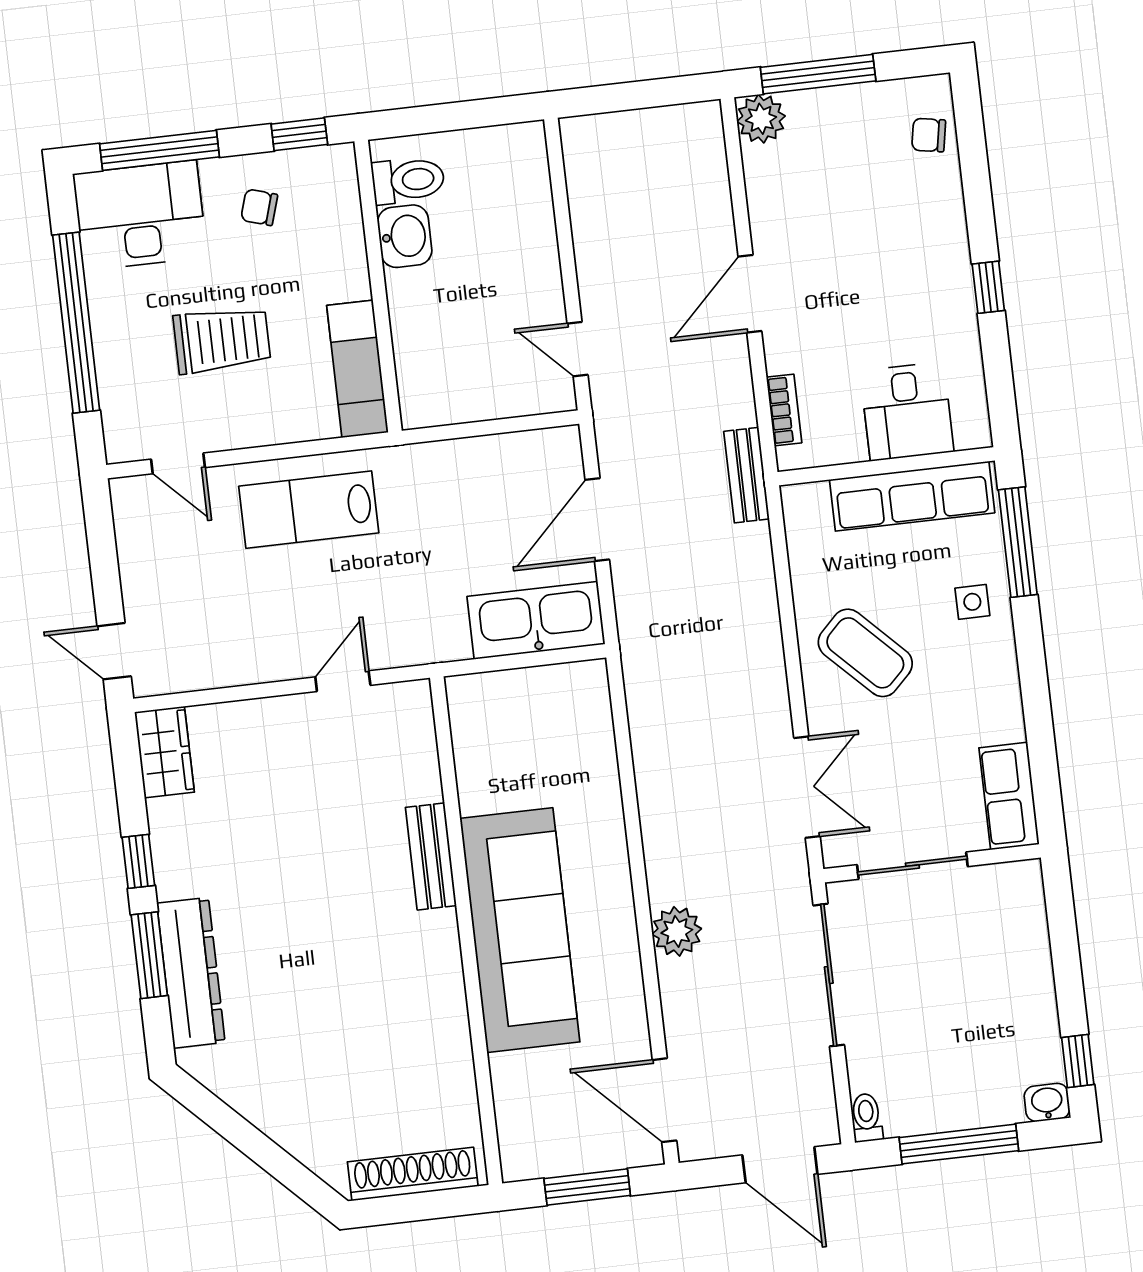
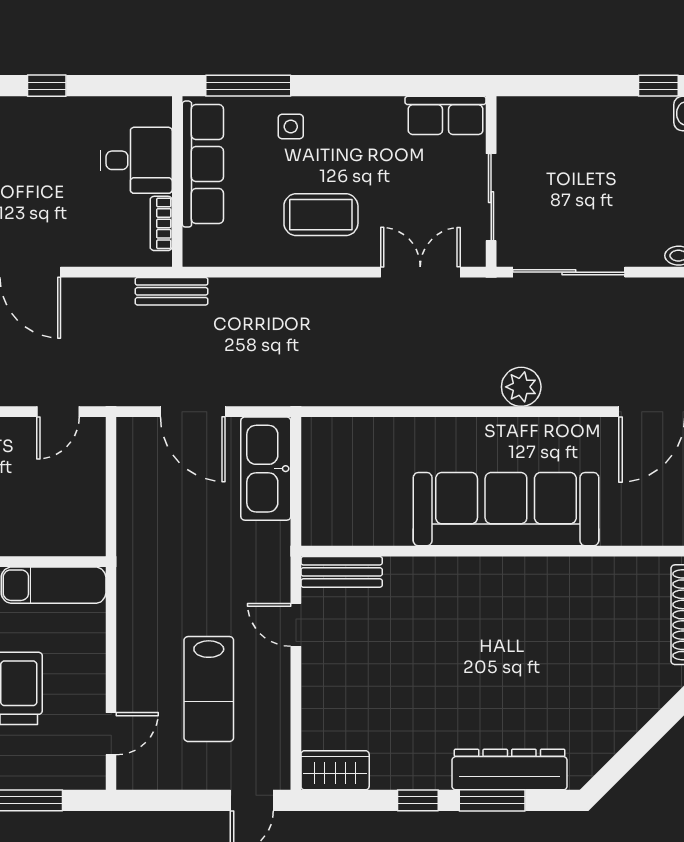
bookcase: (784, 410) -> (161, 223), moved, turned -90
lab bench: (309, 510) -> (209, 689), moved
coffee table: (865, 653) -> (321, 215), turned 45
bench: (431, 857) -> (342, 572), moved

